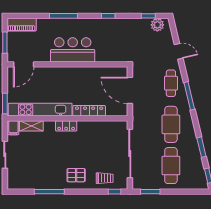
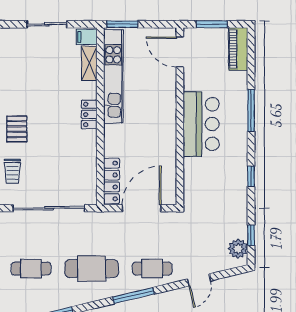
locker: (89, 111) -> (111, 181), moved
cafe table: (171, 166) -> (31, 269), width x0.73, depth x0.74

